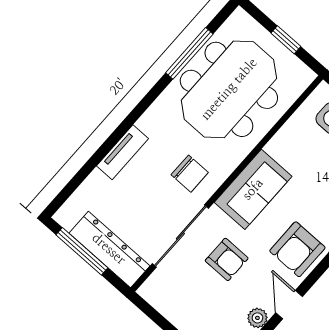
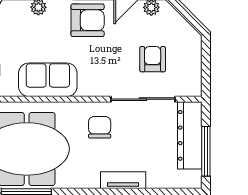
sofa: (253, 189) -> (48, 80), moved
armchair: (227, 259) -> (153, 59), moved

